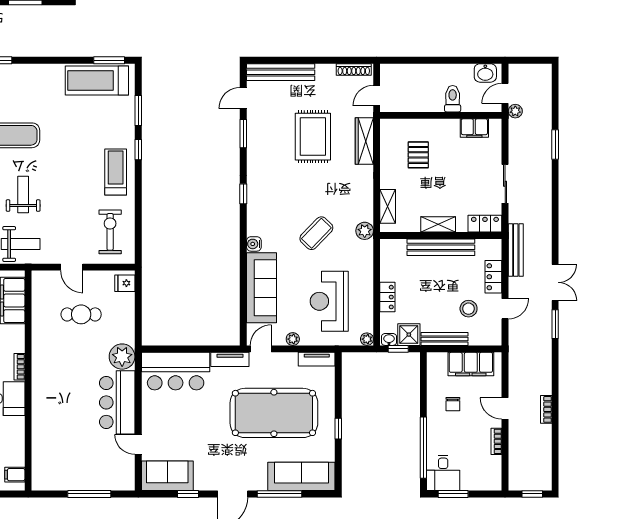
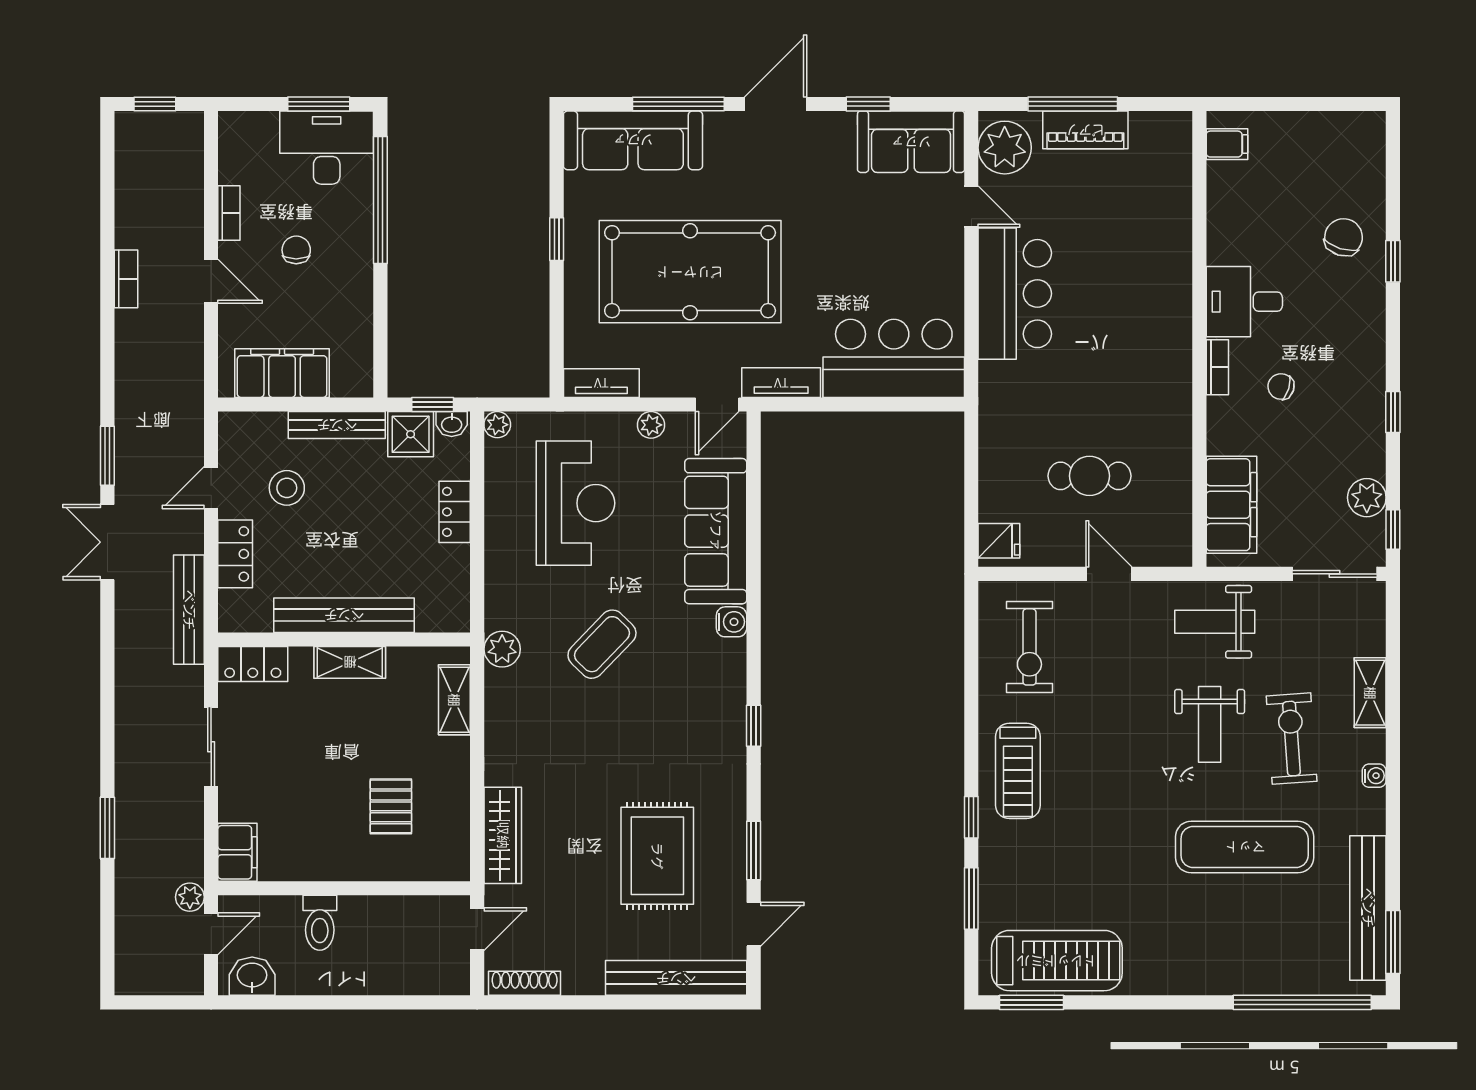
filing cabinet: (474, 128) -> (237, 852), moved, turned 90
rug: (313, 137) -> (657, 856), moved
plant: (122, 357) -> (1005, 148), moved
chair: (453, 404) -> (296, 250), moved
desk: (443, 473) -> (327, 148), width x1.37
piano: (83, 481) -> (1085, 130), added

